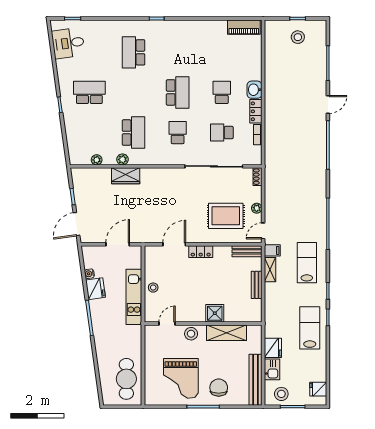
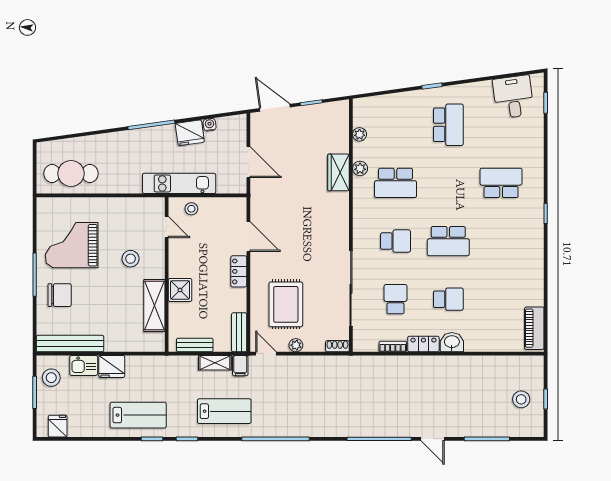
shower: (215, 313) -> (180, 290), moved
door: (167, 323) -> (167, 227), moved
wall: (203, 323) -> (167, 275), moved
shelving: (227, 333) -> (154, 305), moved

